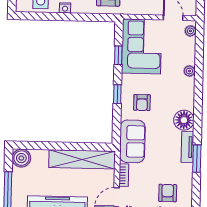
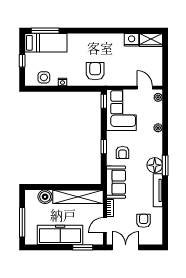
window: (118, 55) -> (104, 101), moved
tv unit: (187, 147) -> (158, 190), width x1.41
boiler: (21, 158) -> (45, 197), moved
window: (197, 159) -> (165, 165), moved

